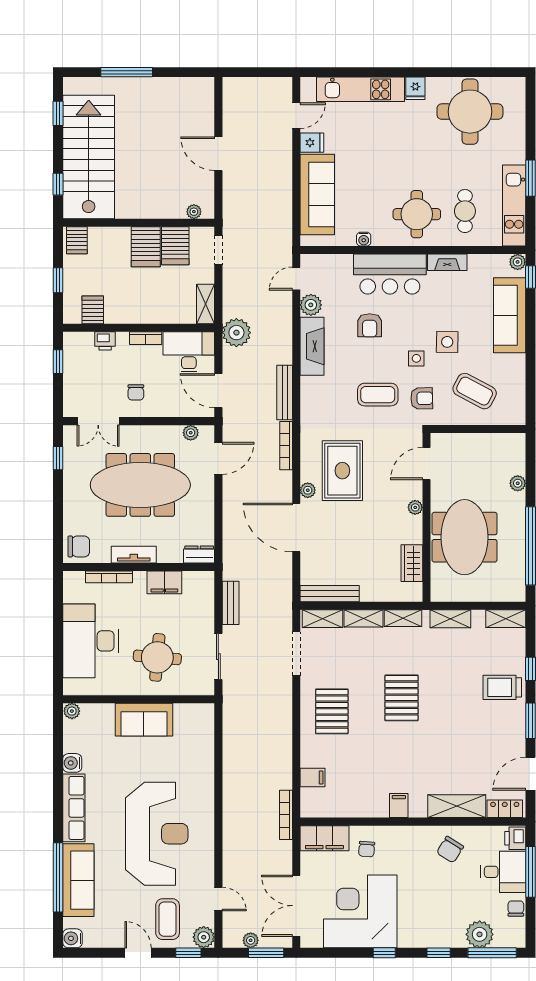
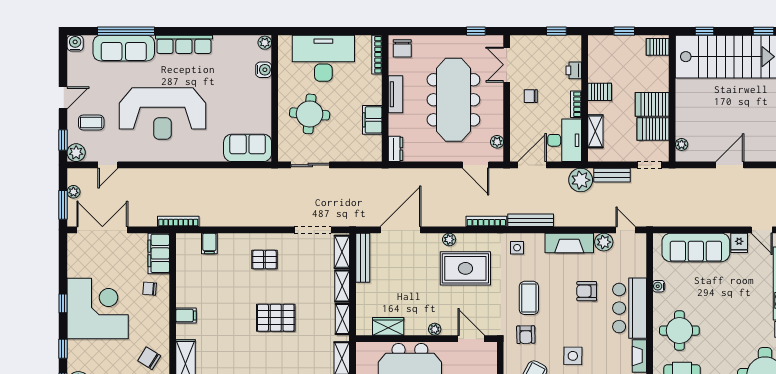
shelving: (206, 304) -> (595, 131), moved, turned 90
server rack: (93, 310) -> (600, 92), moved
side table: (416, 358) -> (517, 248), moved
door: (296, 528) -> (401, 230), moved
bookcase: (109, 577) -> (377, 55), moved
bench: (231, 603) -> (612, 175), moved
pallet: (332, 711) -> (264, 260), width x0.67, depth x0.71
sofa: (144, 720) -> (248, 148), moved, turned 90
water cooler: (72, 763) -> (264, 70), moved, turned 90
corner desk: (360, 911) -> (98, 308), moved
coffee table: (168, 919) -> (91, 122), width x0.73, depth x0.77

